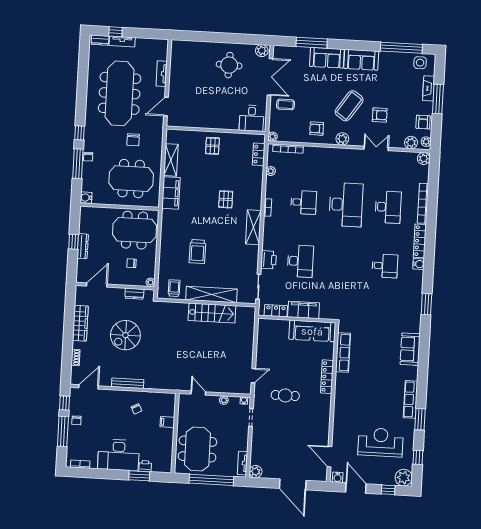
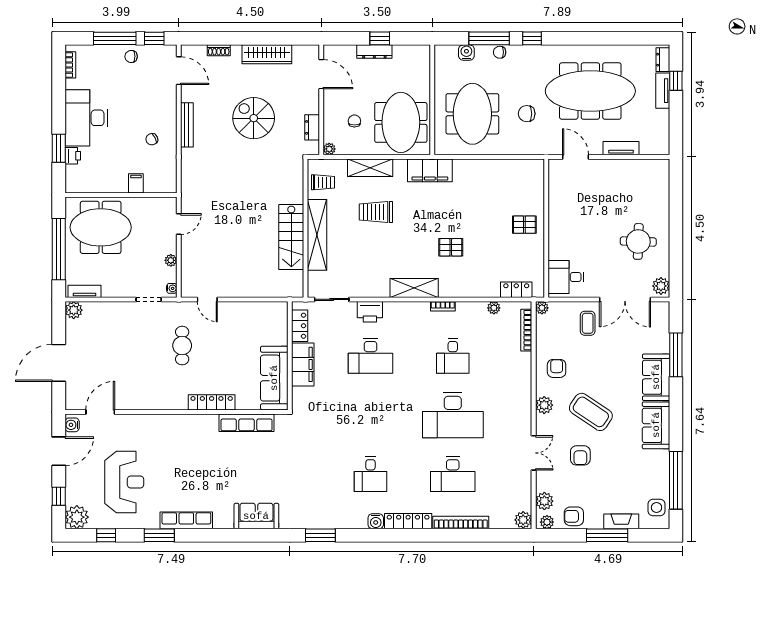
shelving: (171, 160) -> (370, 168), moved
filing cabinet: (171, 193) -> (430, 170), moved
water cooler: (86, 198) -> (466, 53), moved

